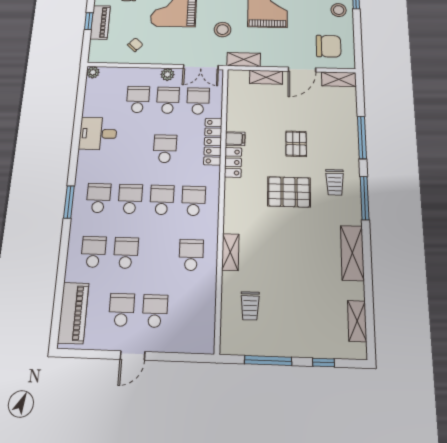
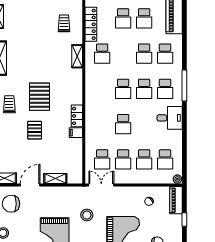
piano: (100, 22) -> (176, 200), moved
shelving: (244, 60) -> (71, 192), removed
plant: (167, 74) -> (125, 179), removed
desk: (98, 134) -> (170, 118), moved
locker: (213, 142) -> (91, 24), moved
pallet: (289, 192) -> (40, 97), turned 90
school desk: (194, 201) -> (165, 159), moved
window: (69, 202) -> (184, 86), width x1.44

